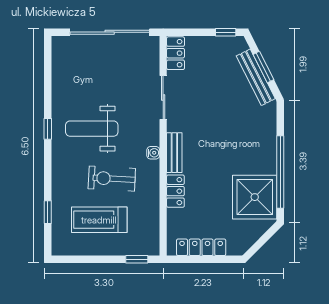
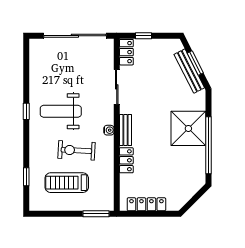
window: (226, 32) -> (143, 36), moved
shower: (255, 197) -> (188, 128), moved
window: (137, 259) -> (96, 214), width x1.50

